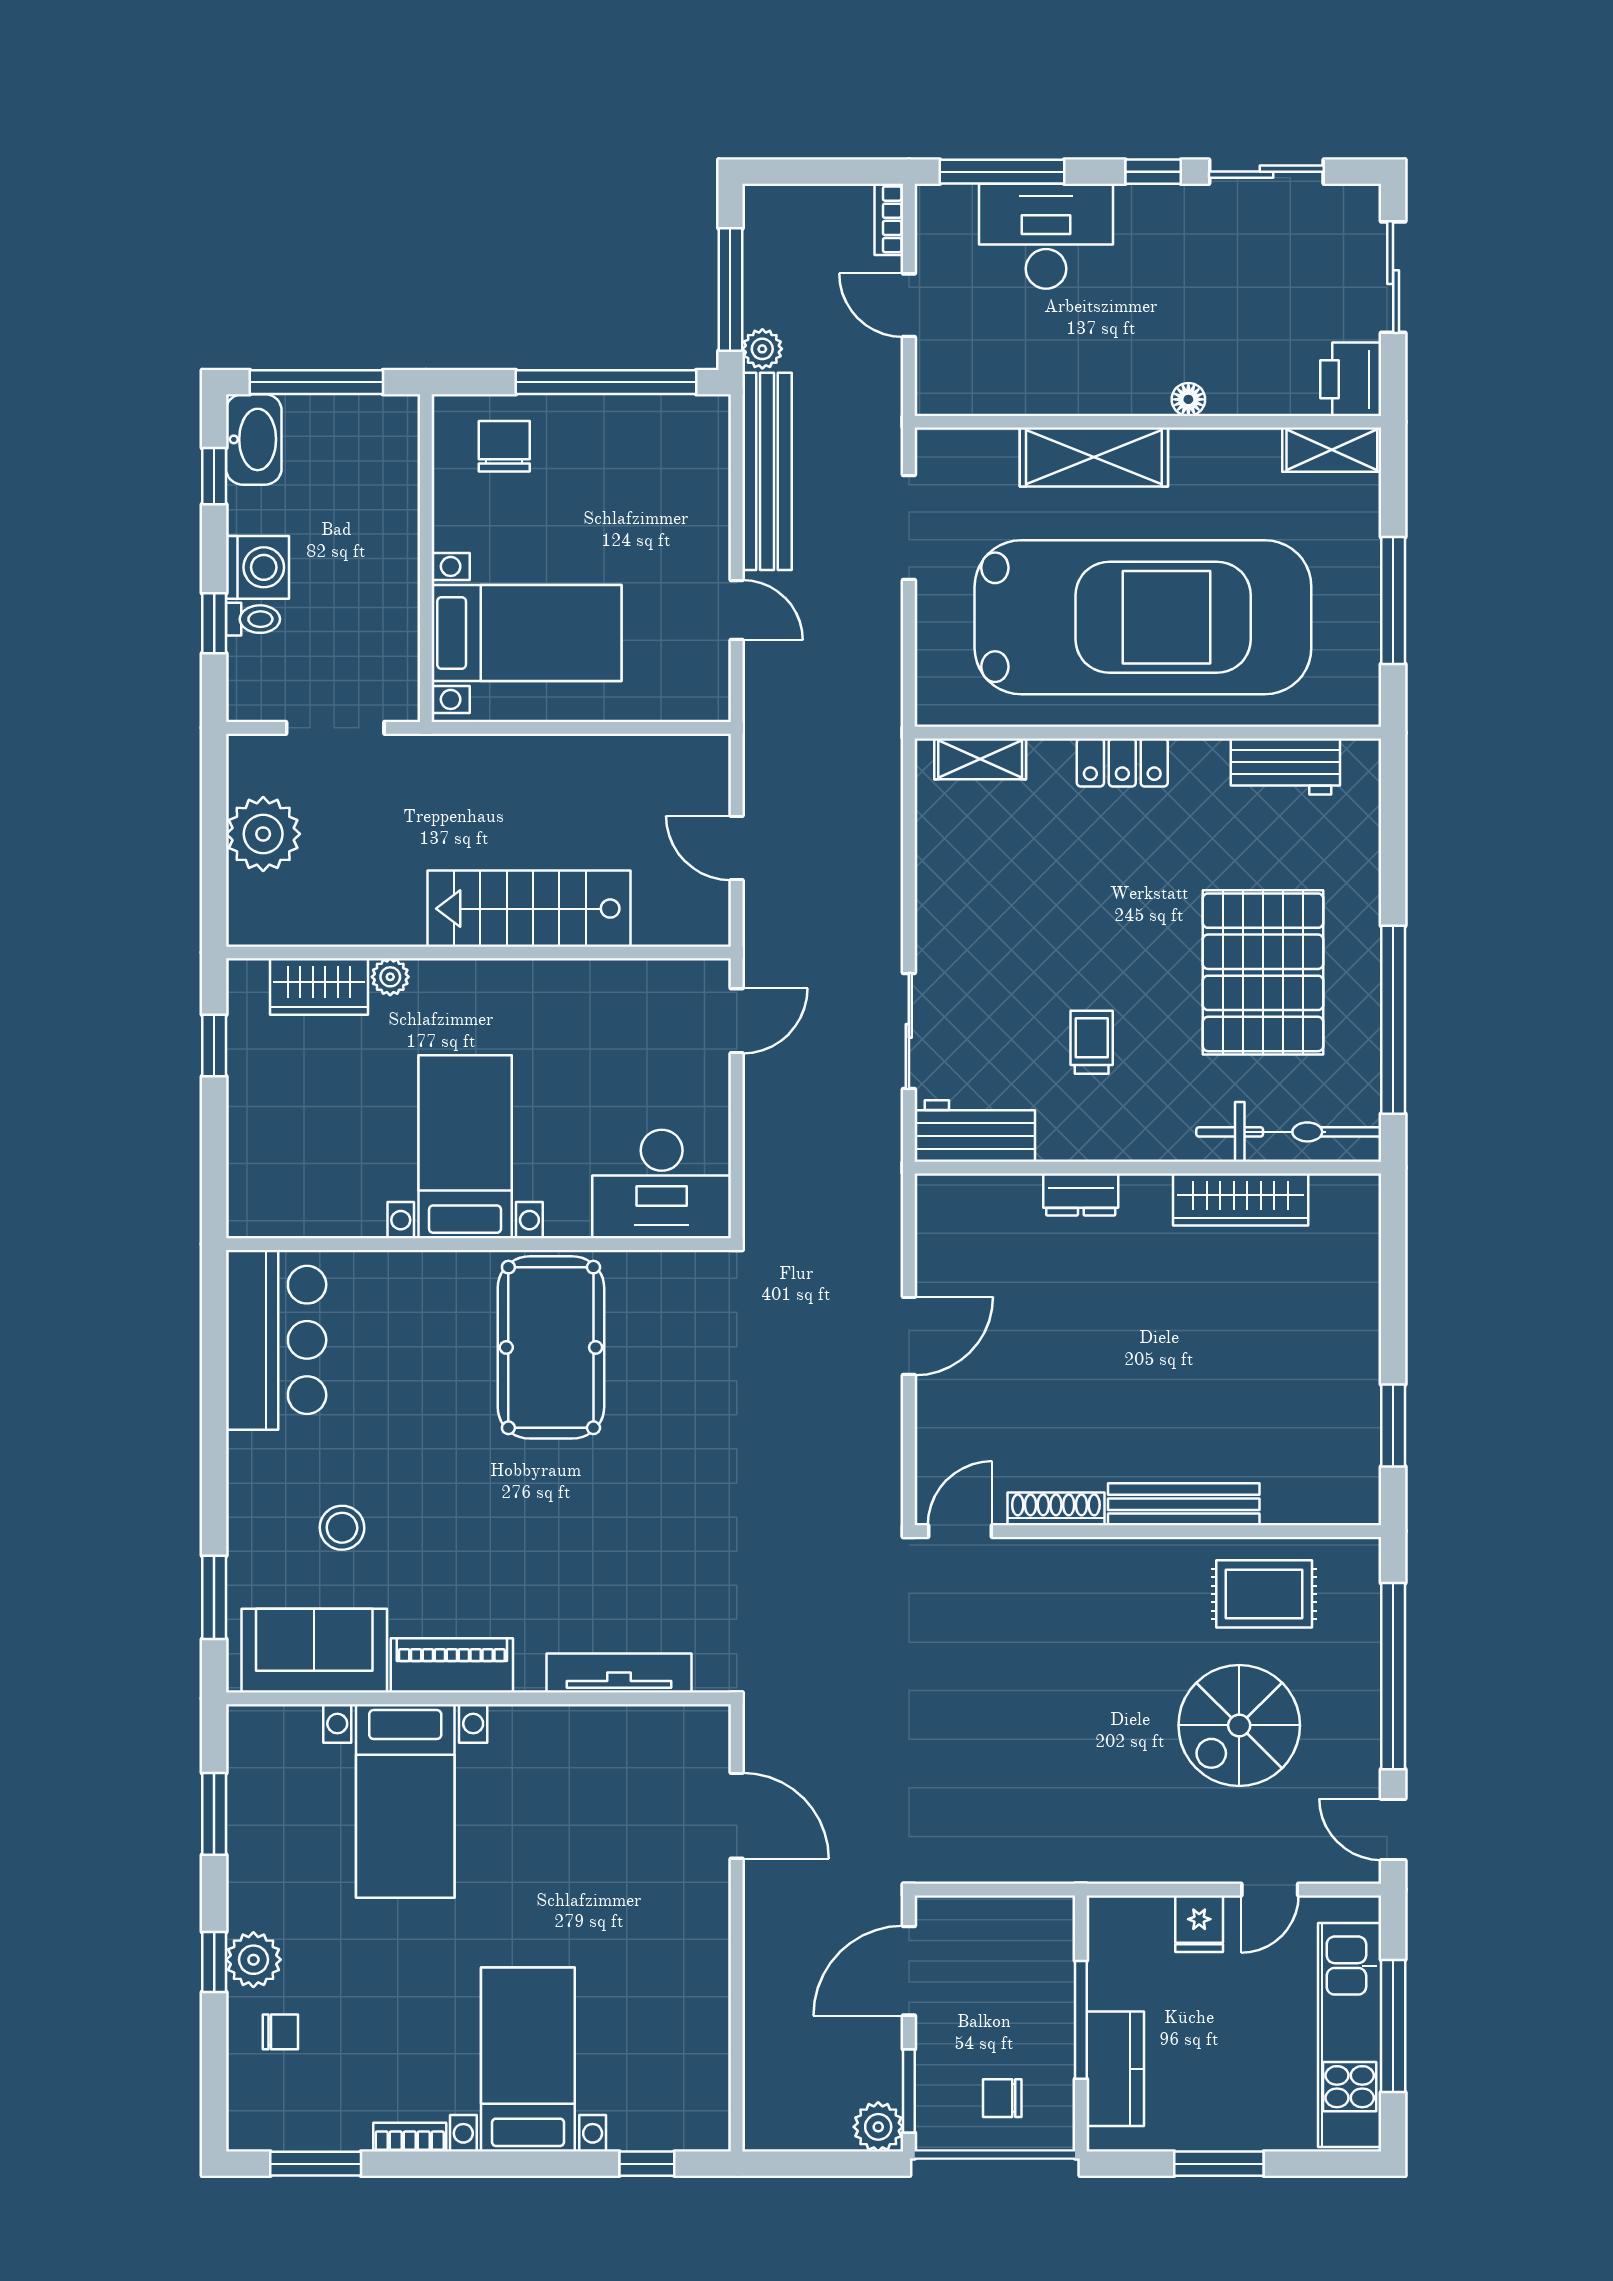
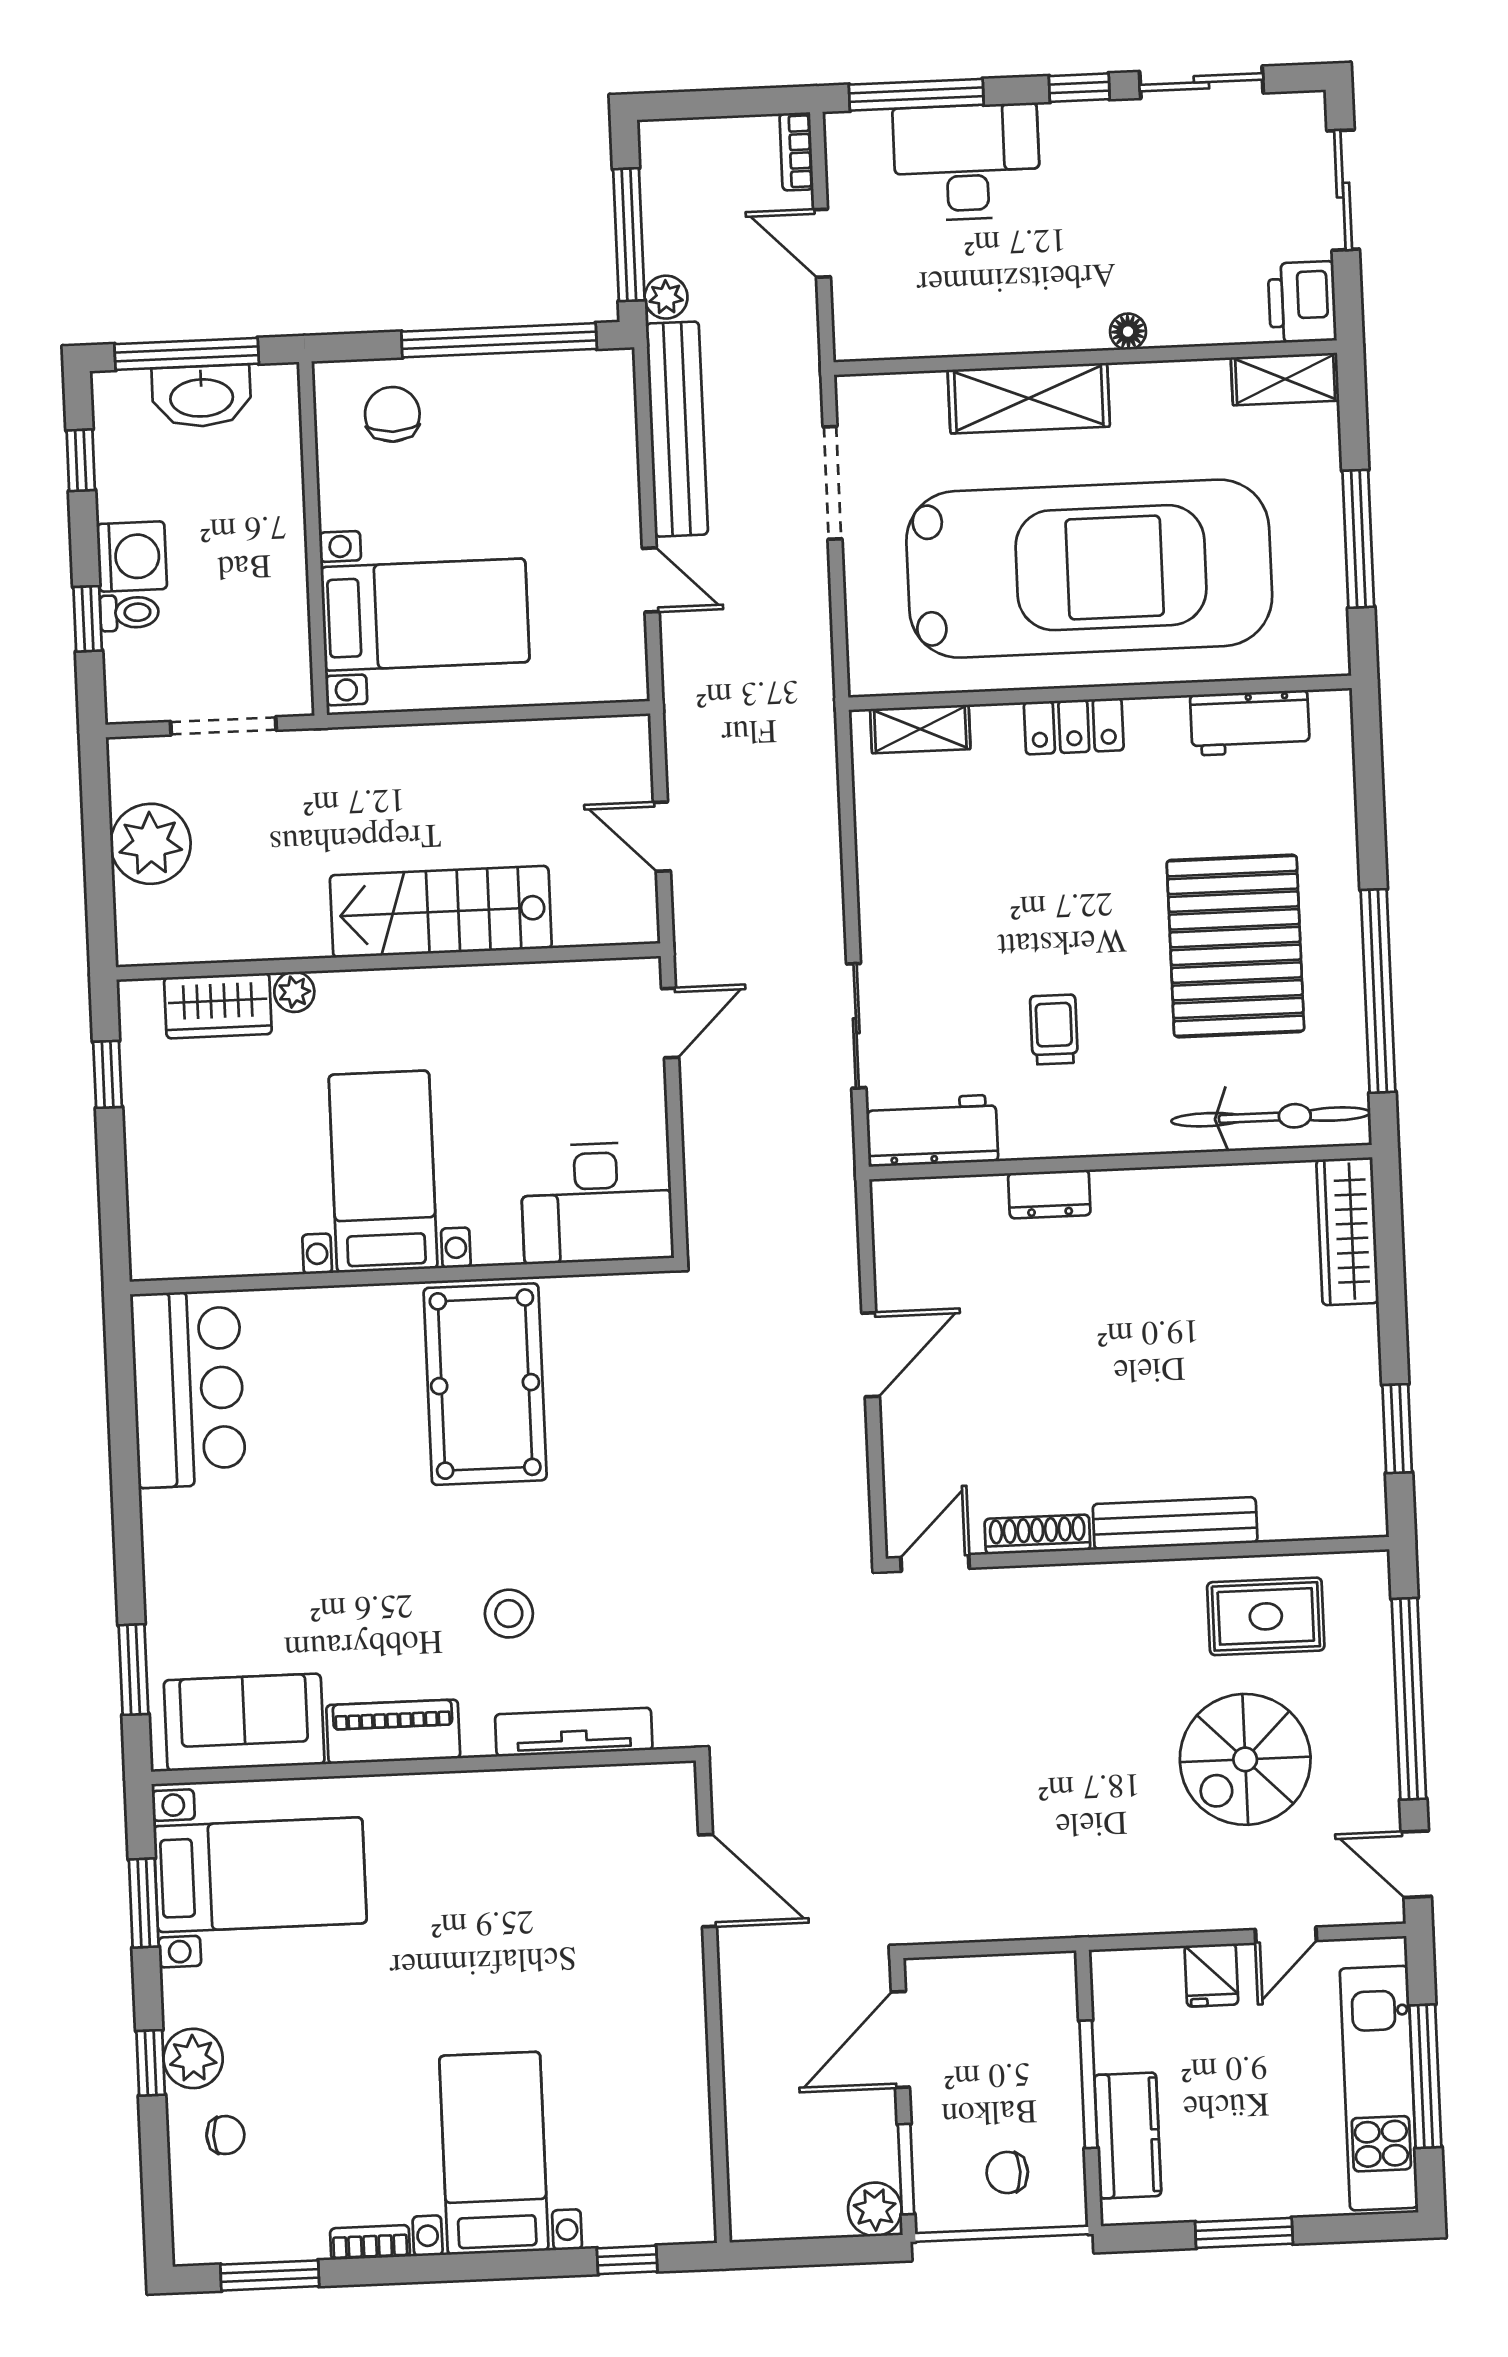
washbasin: (254, 439) -> (202, 396), moved, turned 90
wardrobe: (1241, 1200) -> (1347, 1231), moved, turned 90
stool: (342, 1528) -> (509, 1614), moved
bed with nightstands: (405, 1801) -> (260, 1875), moved, turned -90

